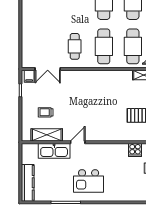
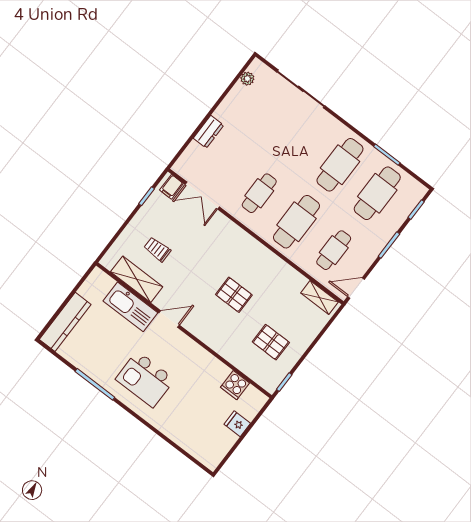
dresser: (27, 35) -> (208, 132), added
cafe table: (133, 46) -> (334, 250), width x0.73, depth x0.74
pallet: (101, 106) -> (234, 295), added

